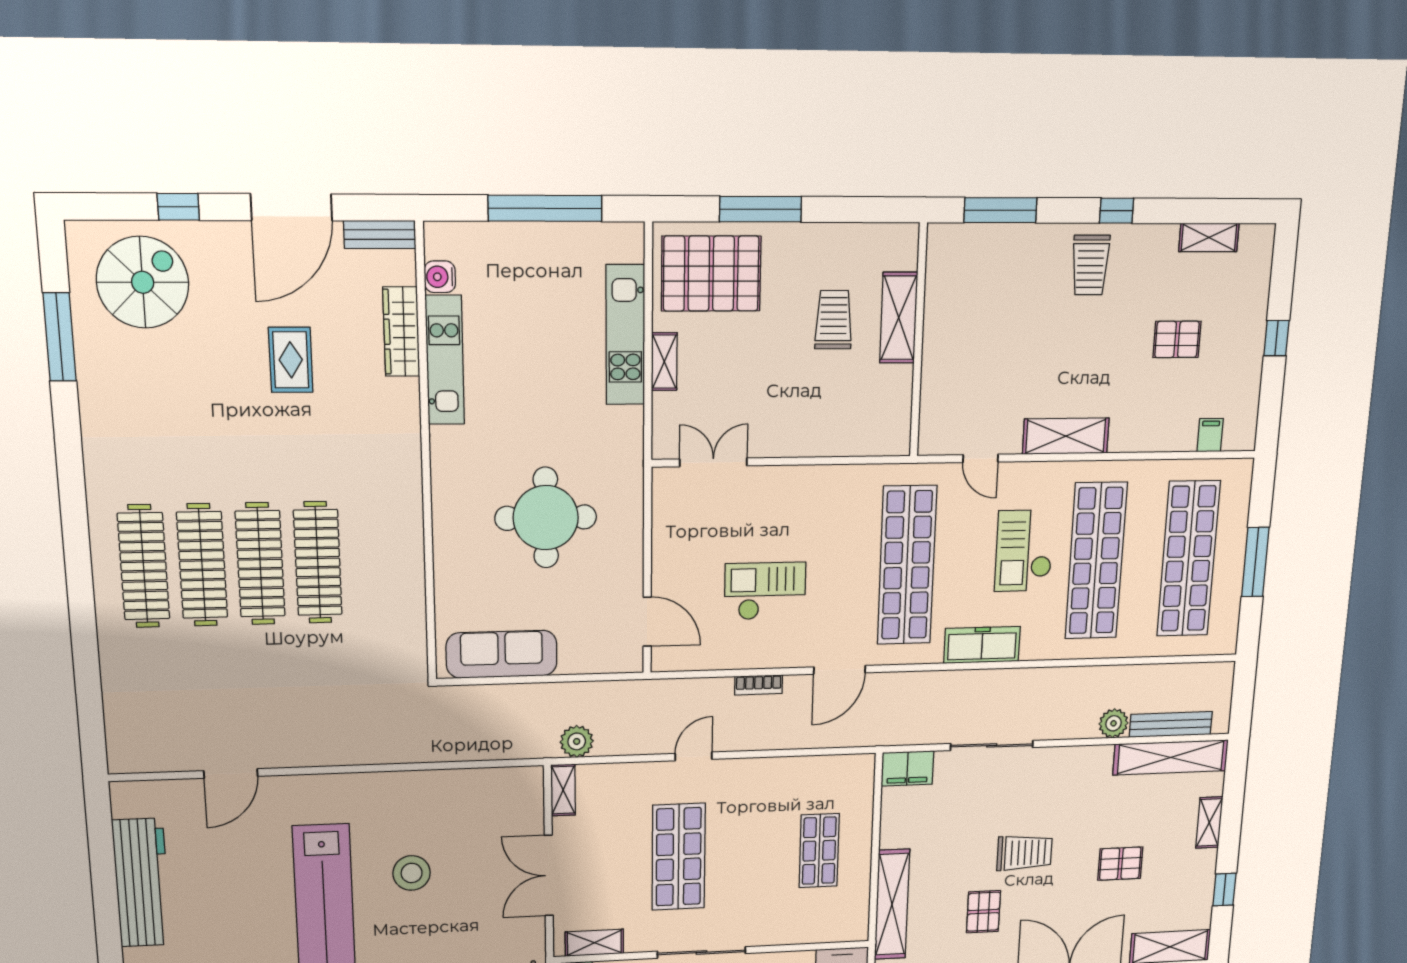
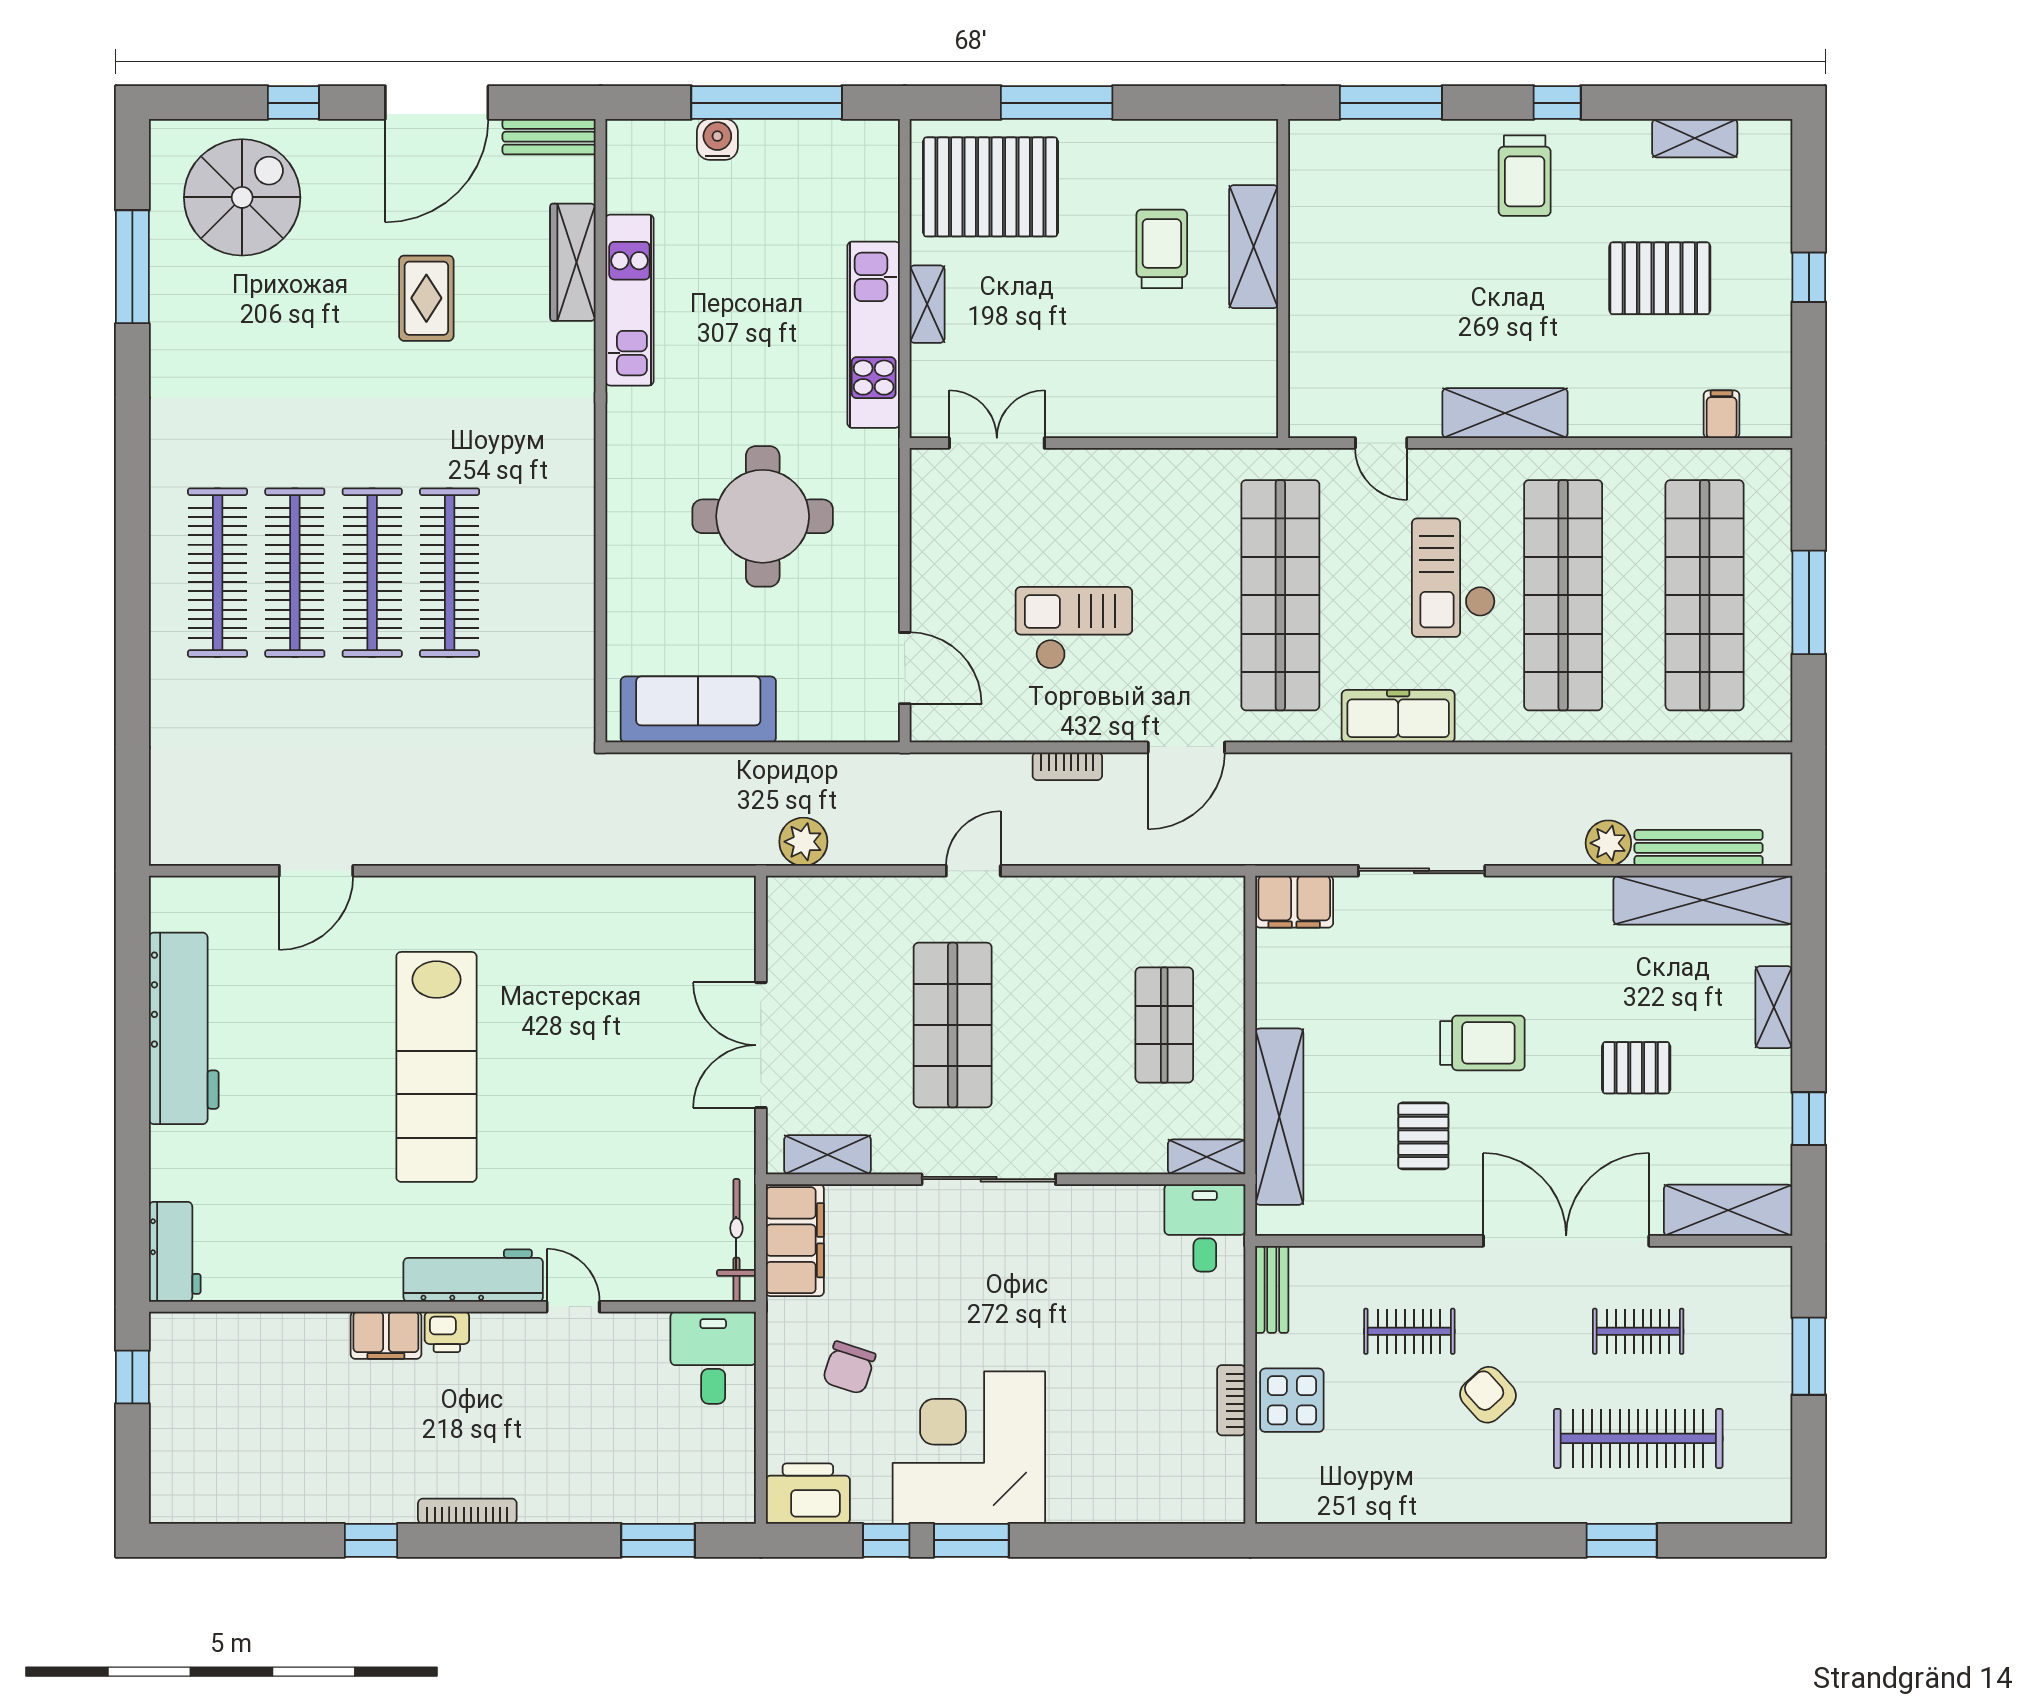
water cooler: (440, 277) -> (717, 139), moved, turned 90
kitchen unit: (625, 335) -> (874, 335), moved
pallet: (1177, 339) -> (1660, 278), width x1.50, depth x1.42
shelving: (563, 790) -> (1207, 1157), moved, turned 90
stool: (412, 873) -> (563, 1032), removed

